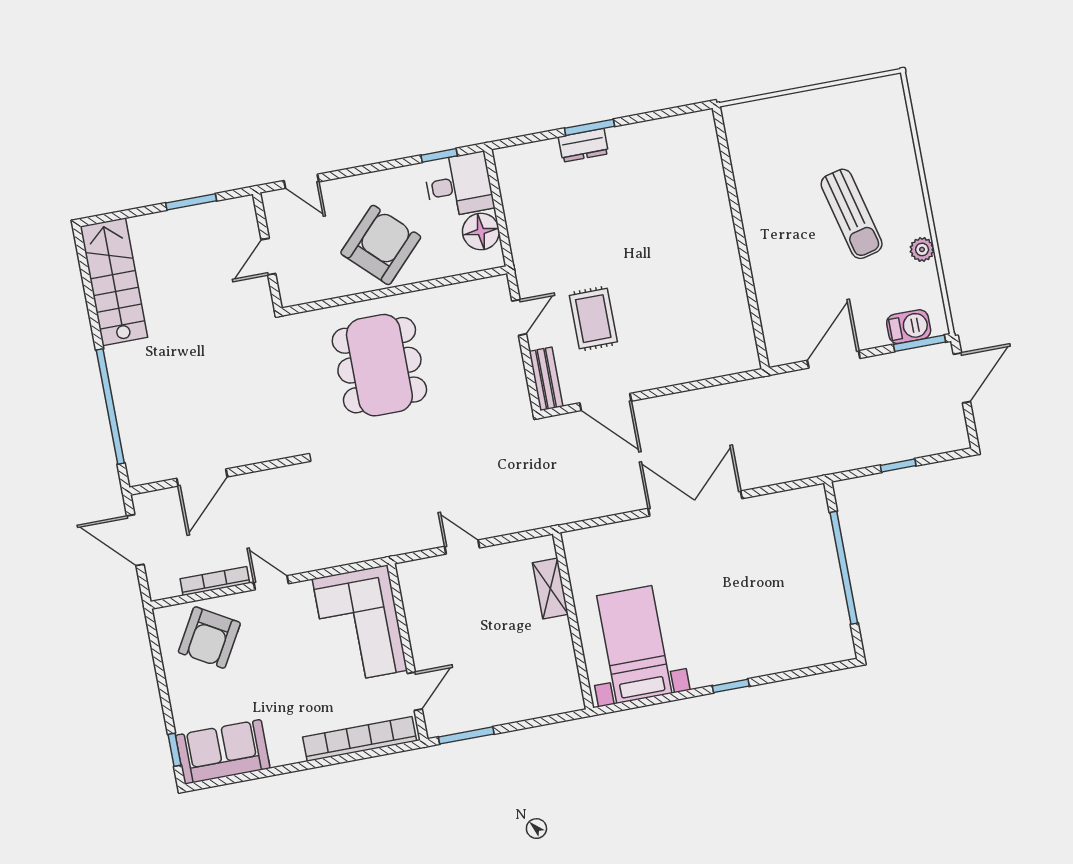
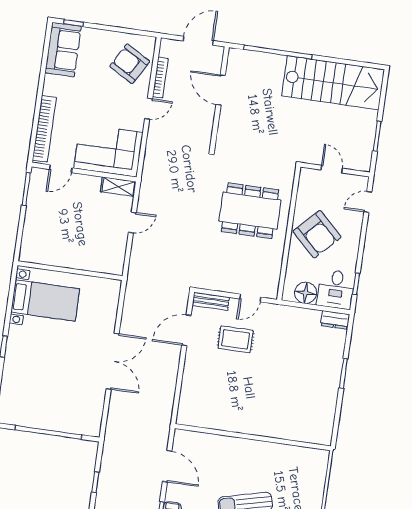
dresser: (583, 145) -> (335, 320), moved, turned -90
stairs: (114, 282) -> (333, 83), width x1.36, depth x1.51
door: (519, 317) -> (250, 298), hinge flipped
shelving: (550, 589) -> (118, 187), moved
door: (415, 691) -> (61, 169), hinge flipped

